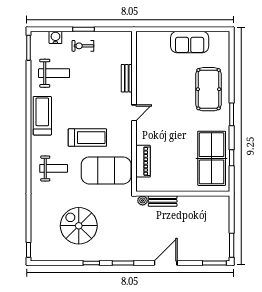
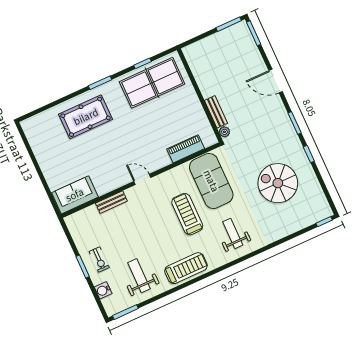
sofa: (190, 42) -> (75, 195), moved, turned -90
treadmill: (42, 116) -> (186, 268), turned 180
spiral stairs: (79, 226) -> (278, 183), turned 90

